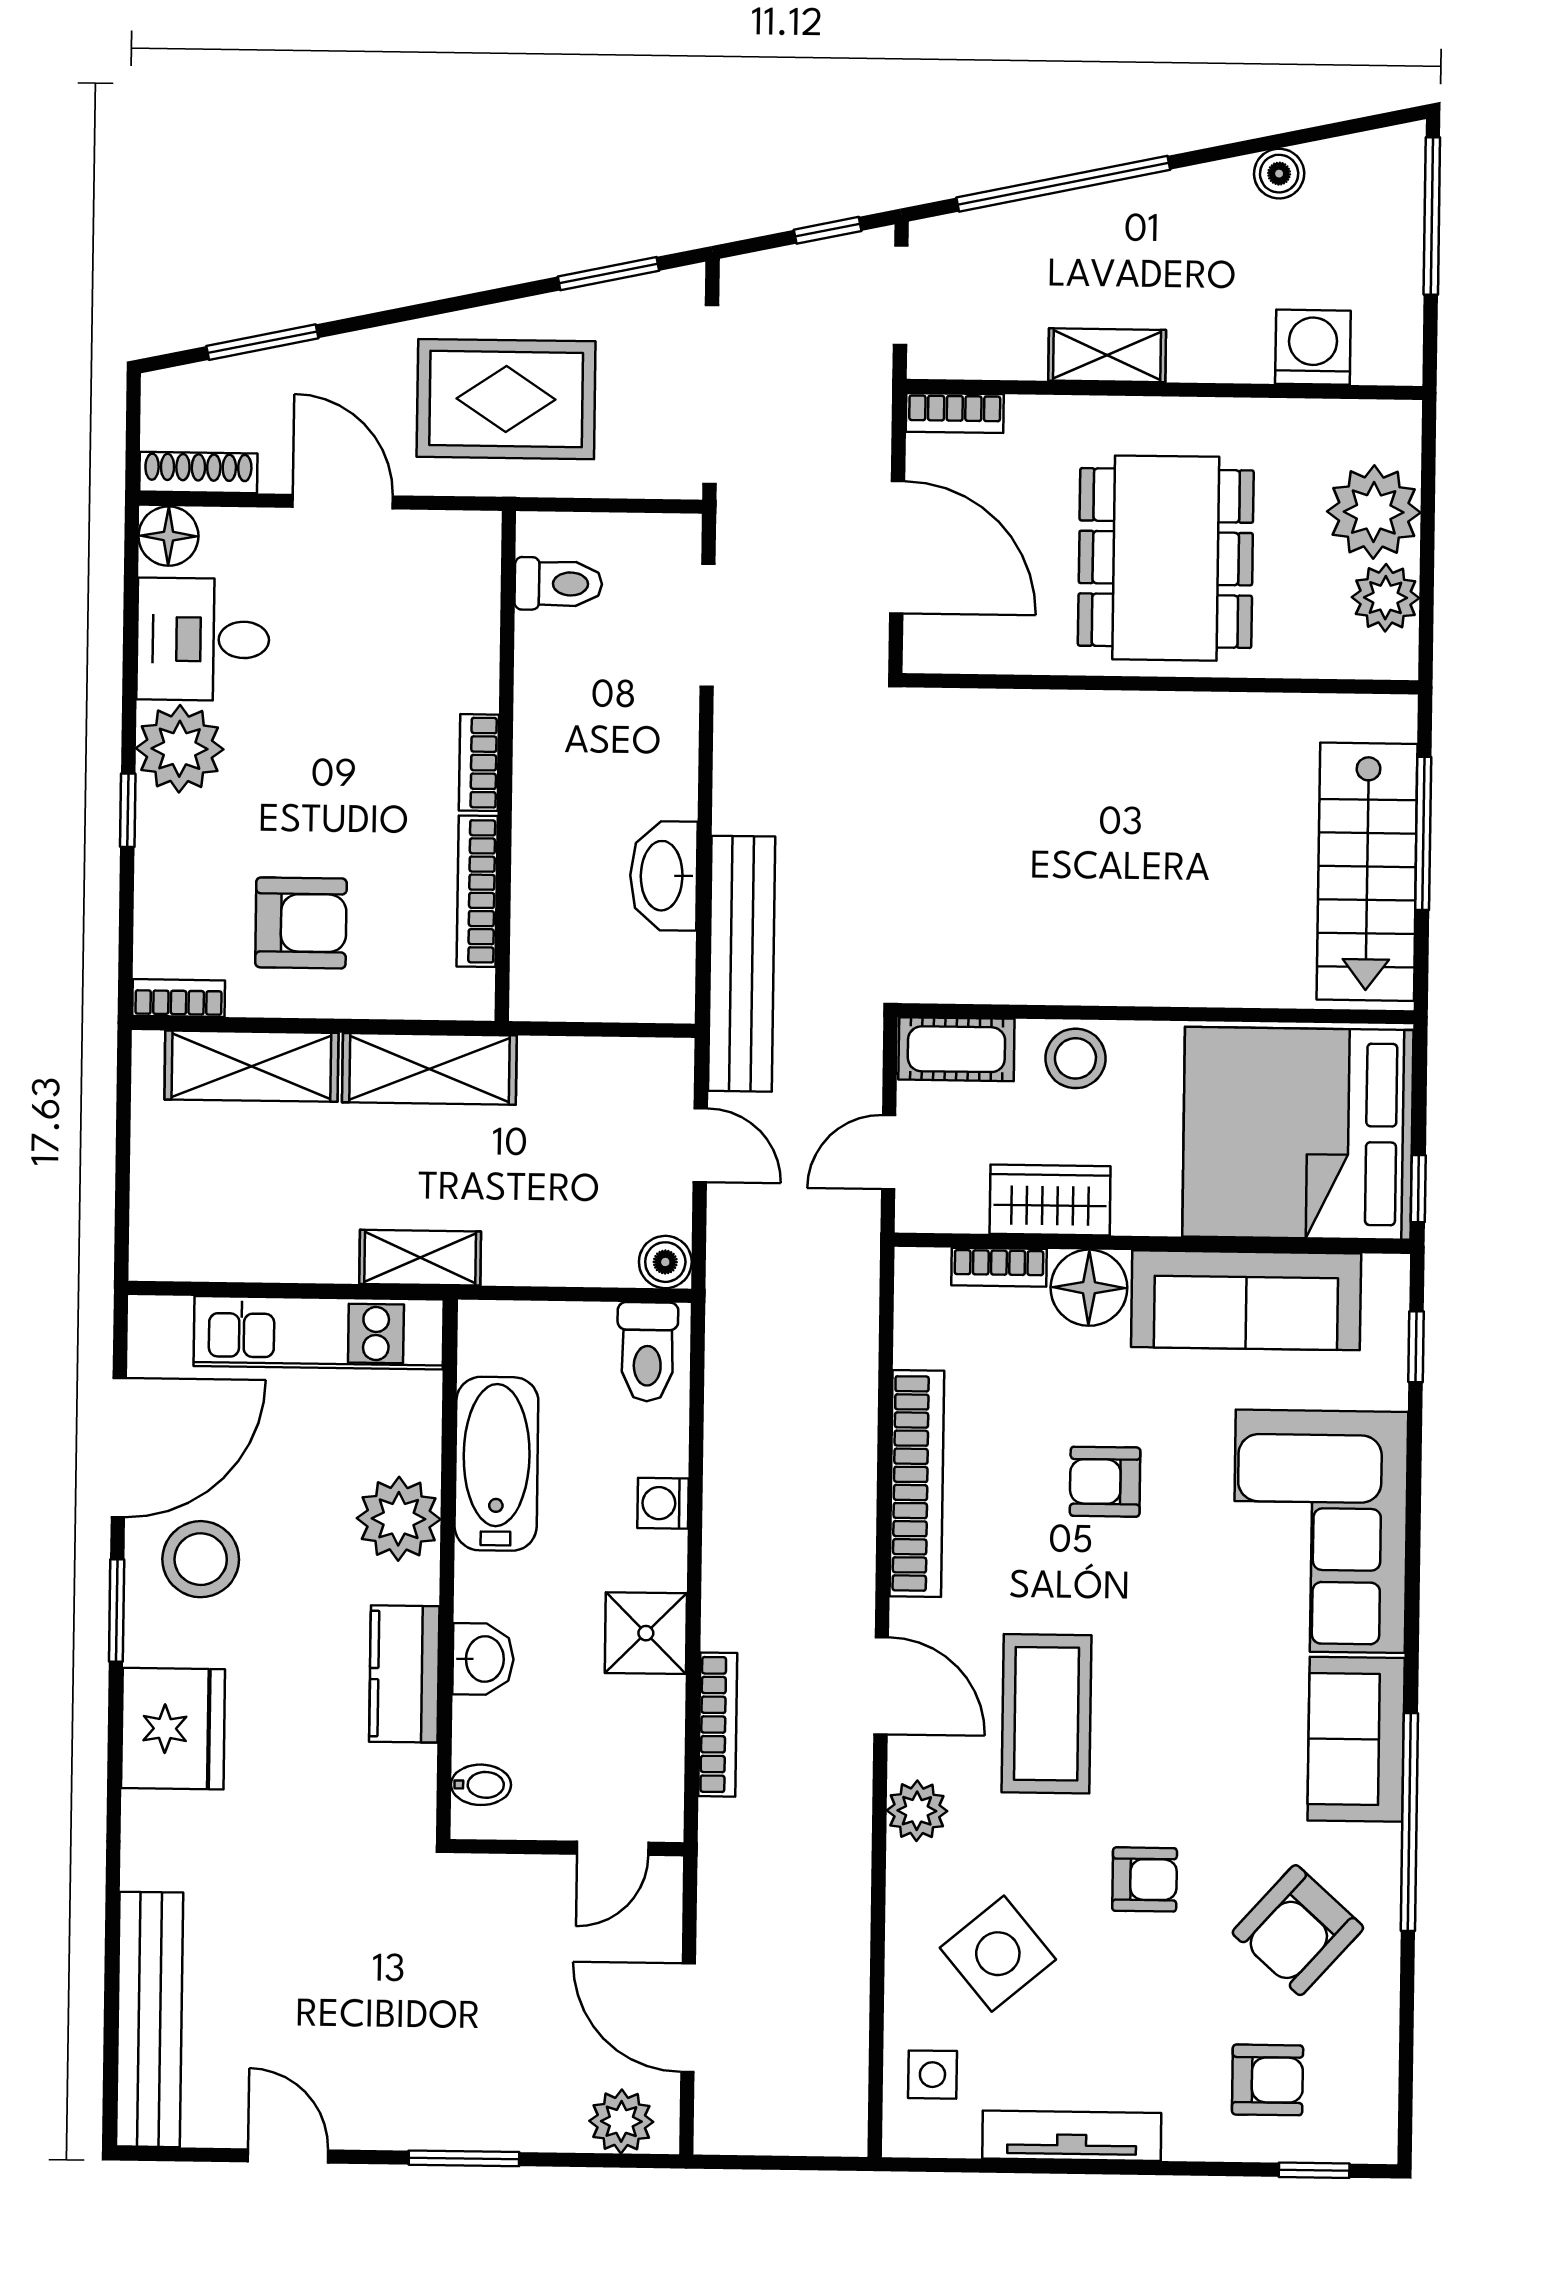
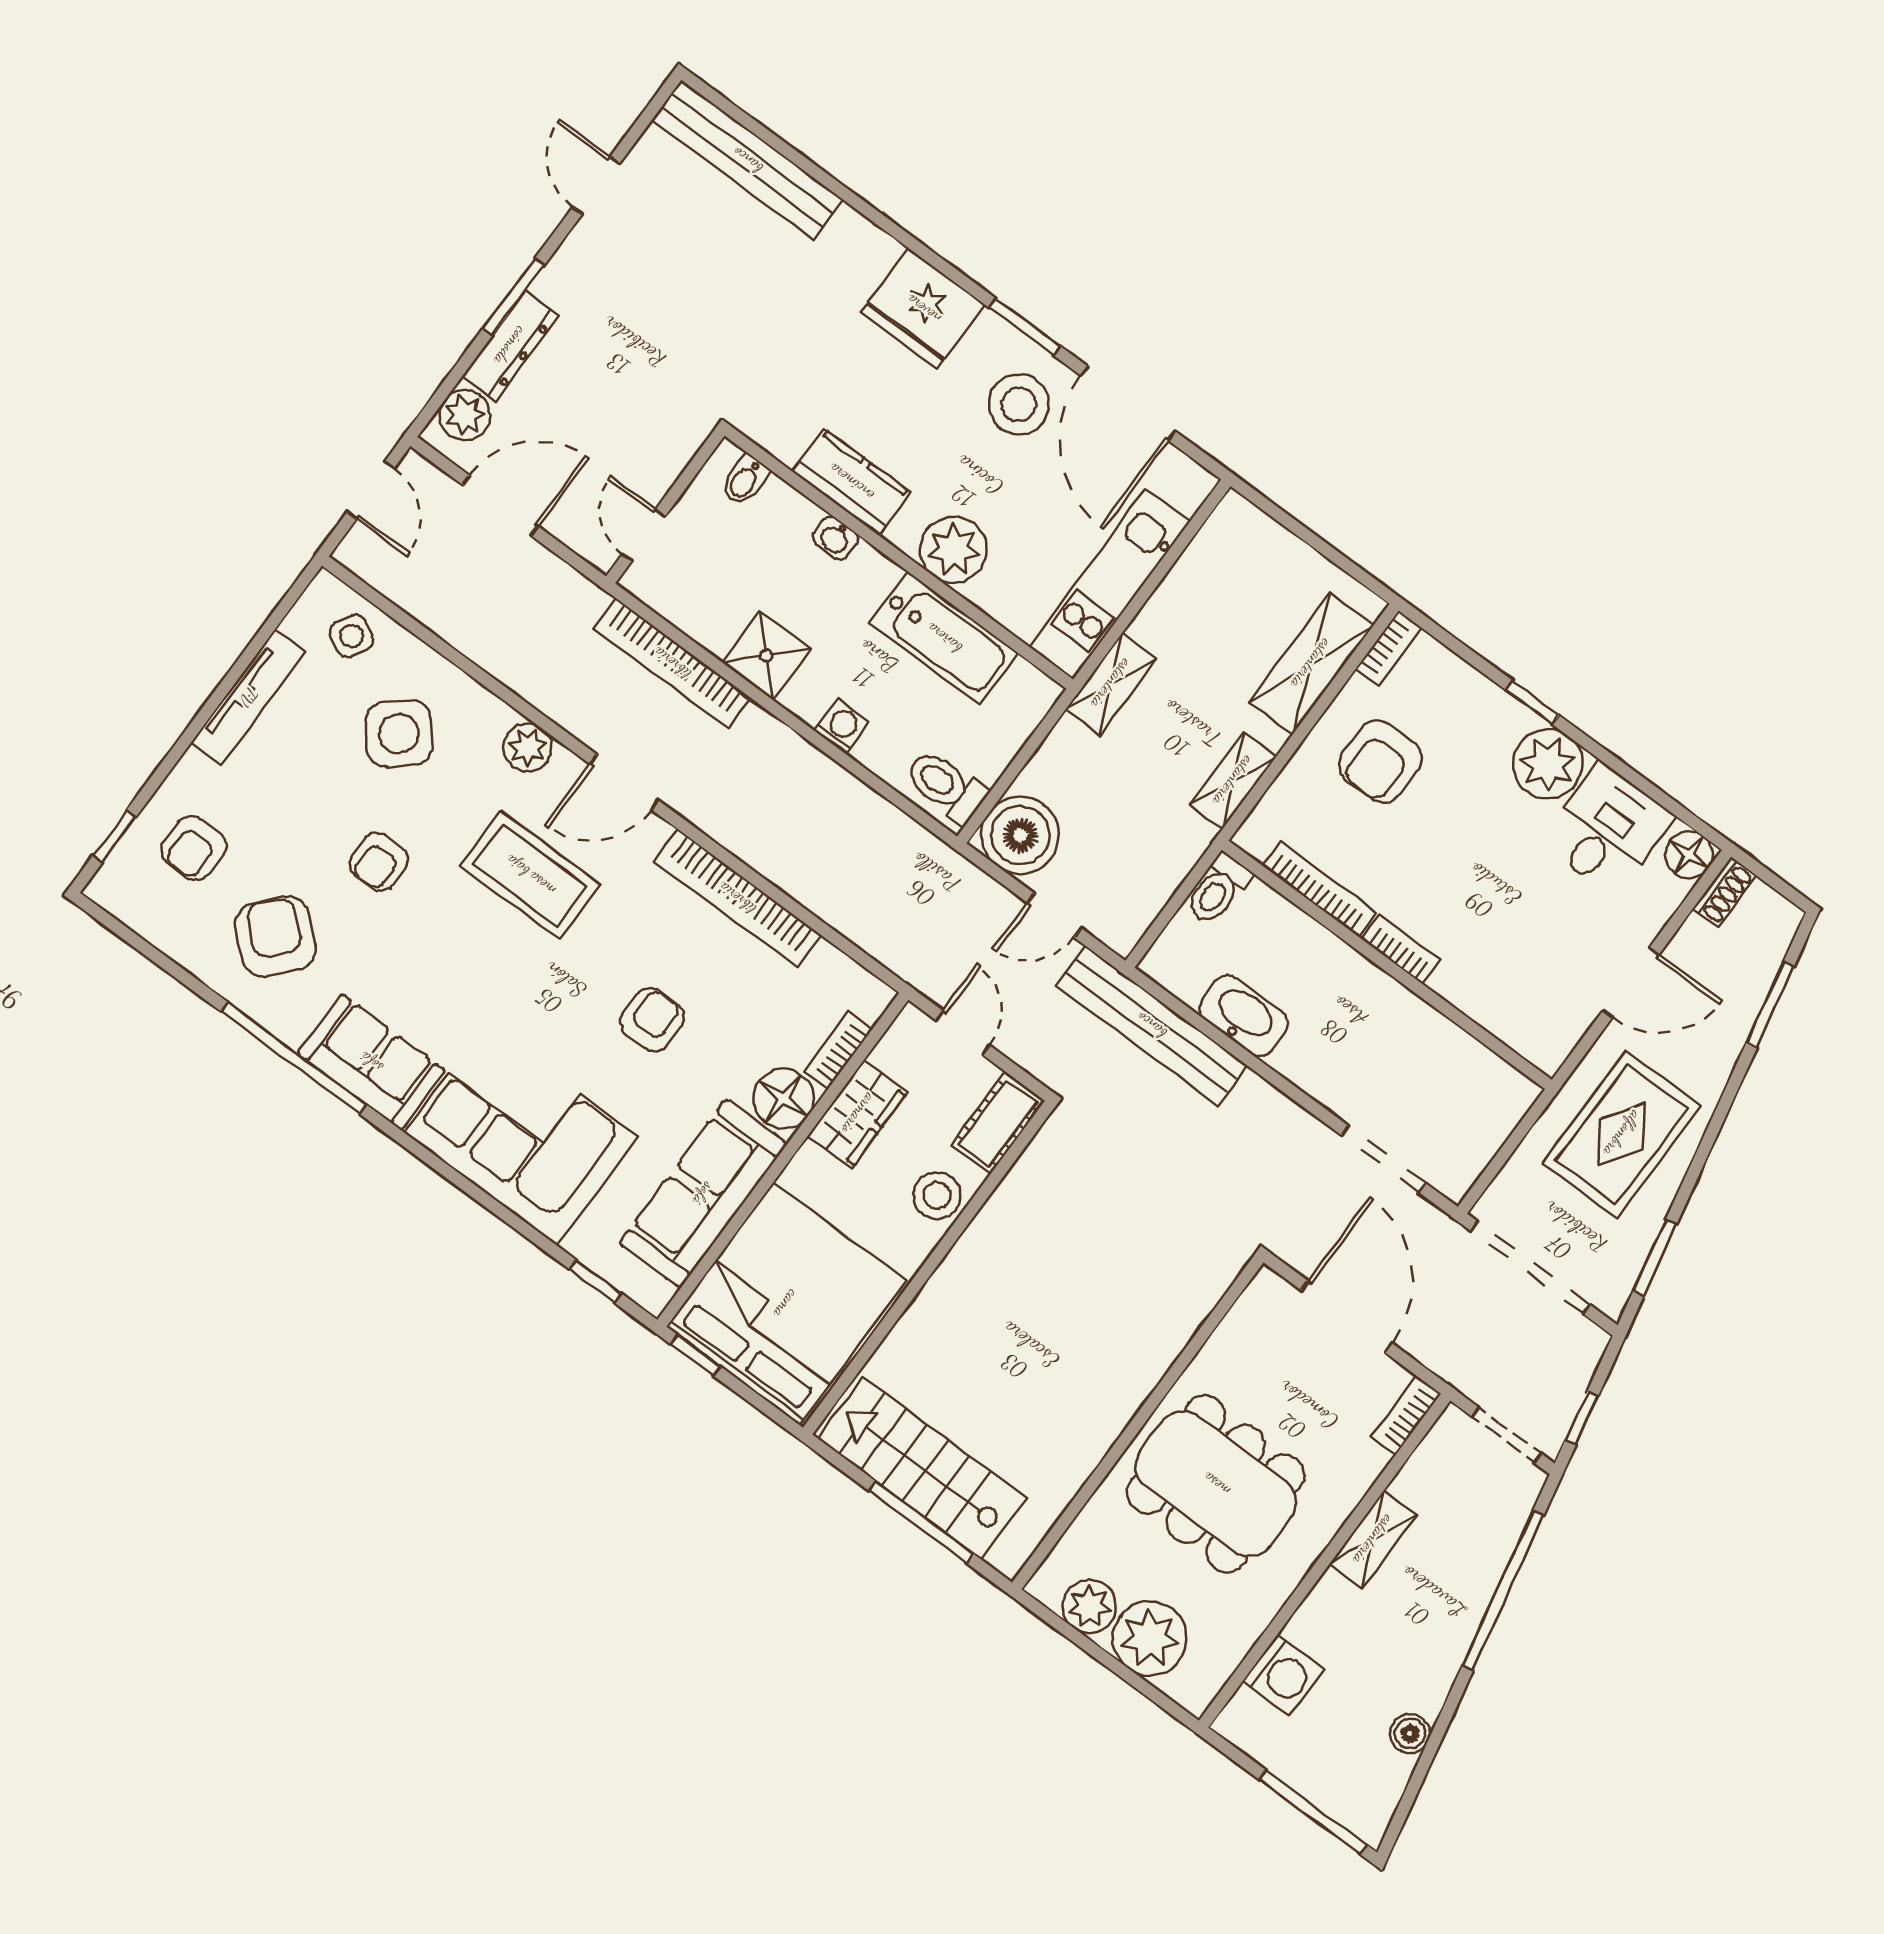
shoe rack: (198, 473) -> (1724, 892), width x0.70
door: (897, 547) -> (1347, 1317), swing flipped
toilet: (558, 584) -> (1218, 890), moved
shelving: (429, 1069) -> (1233, 781), width x0.67, depth x0.75
boiler: (665, 1262) -> (1020, 835), width x1.86, depth x1.86
washbasin: (483, 1659) -> (835, 538), width x0.72, depth x0.69
bookcase: (718, 1725) -> (672, 663), width x1.48, depth x1.31
side table: (932, 2075) -> (351, 636), turned 30
dresser: (517, 2125) -> (510, 346), added
door: (288, 2156) -> (596, 186), swing flipped
door: (768, 2163) -> (371, 490), added

